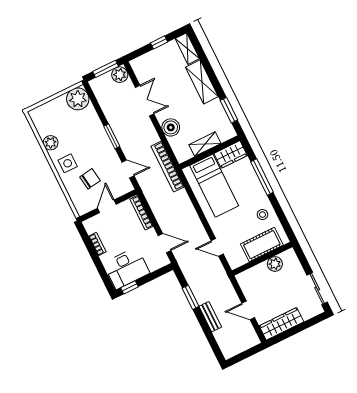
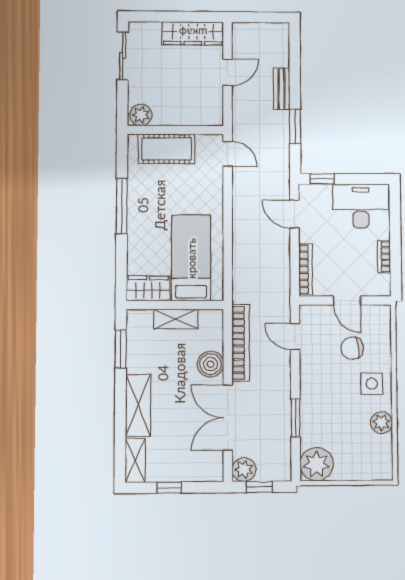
window: (106, 69) -> (259, 487), width x0.67
double door: (145, 101) -> (228, 418), width x1.37
window: (112, 136) -> (295, 418), moved
bookcase: (168, 167) -> (241, 343), moved
window: (262, 177) -> (122, 206), moved
door: (107, 206) -> (347, 301), hinge flipped
stool: (263, 215) -> (146, 188), removed
door: (217, 247) -> (228, 154), moved
plant: (275, 264) -> (141, 115), moved
window: (130, 287) -> (322, 179), moved
door: (248, 310) -> (228, 72), hinge flipped

